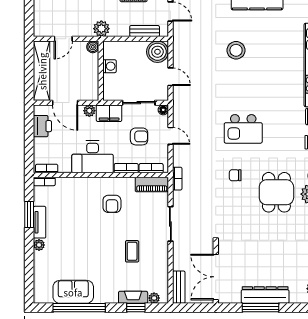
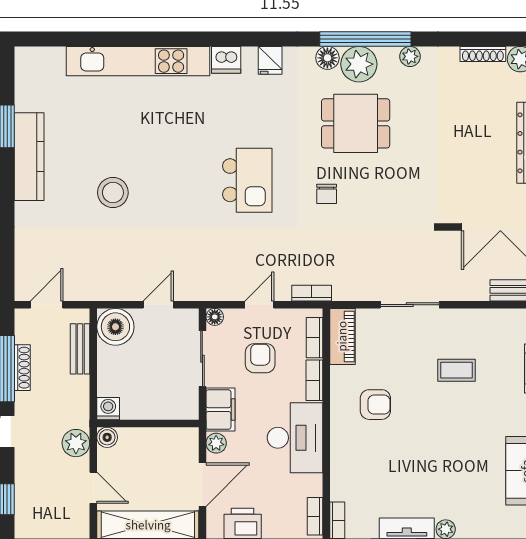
plant: (101, 29) -> (76, 443), moved
washing machine: (110, 66) -> (108, 409), moved
bookcase: (177, 179) -> (312, 293), moved

